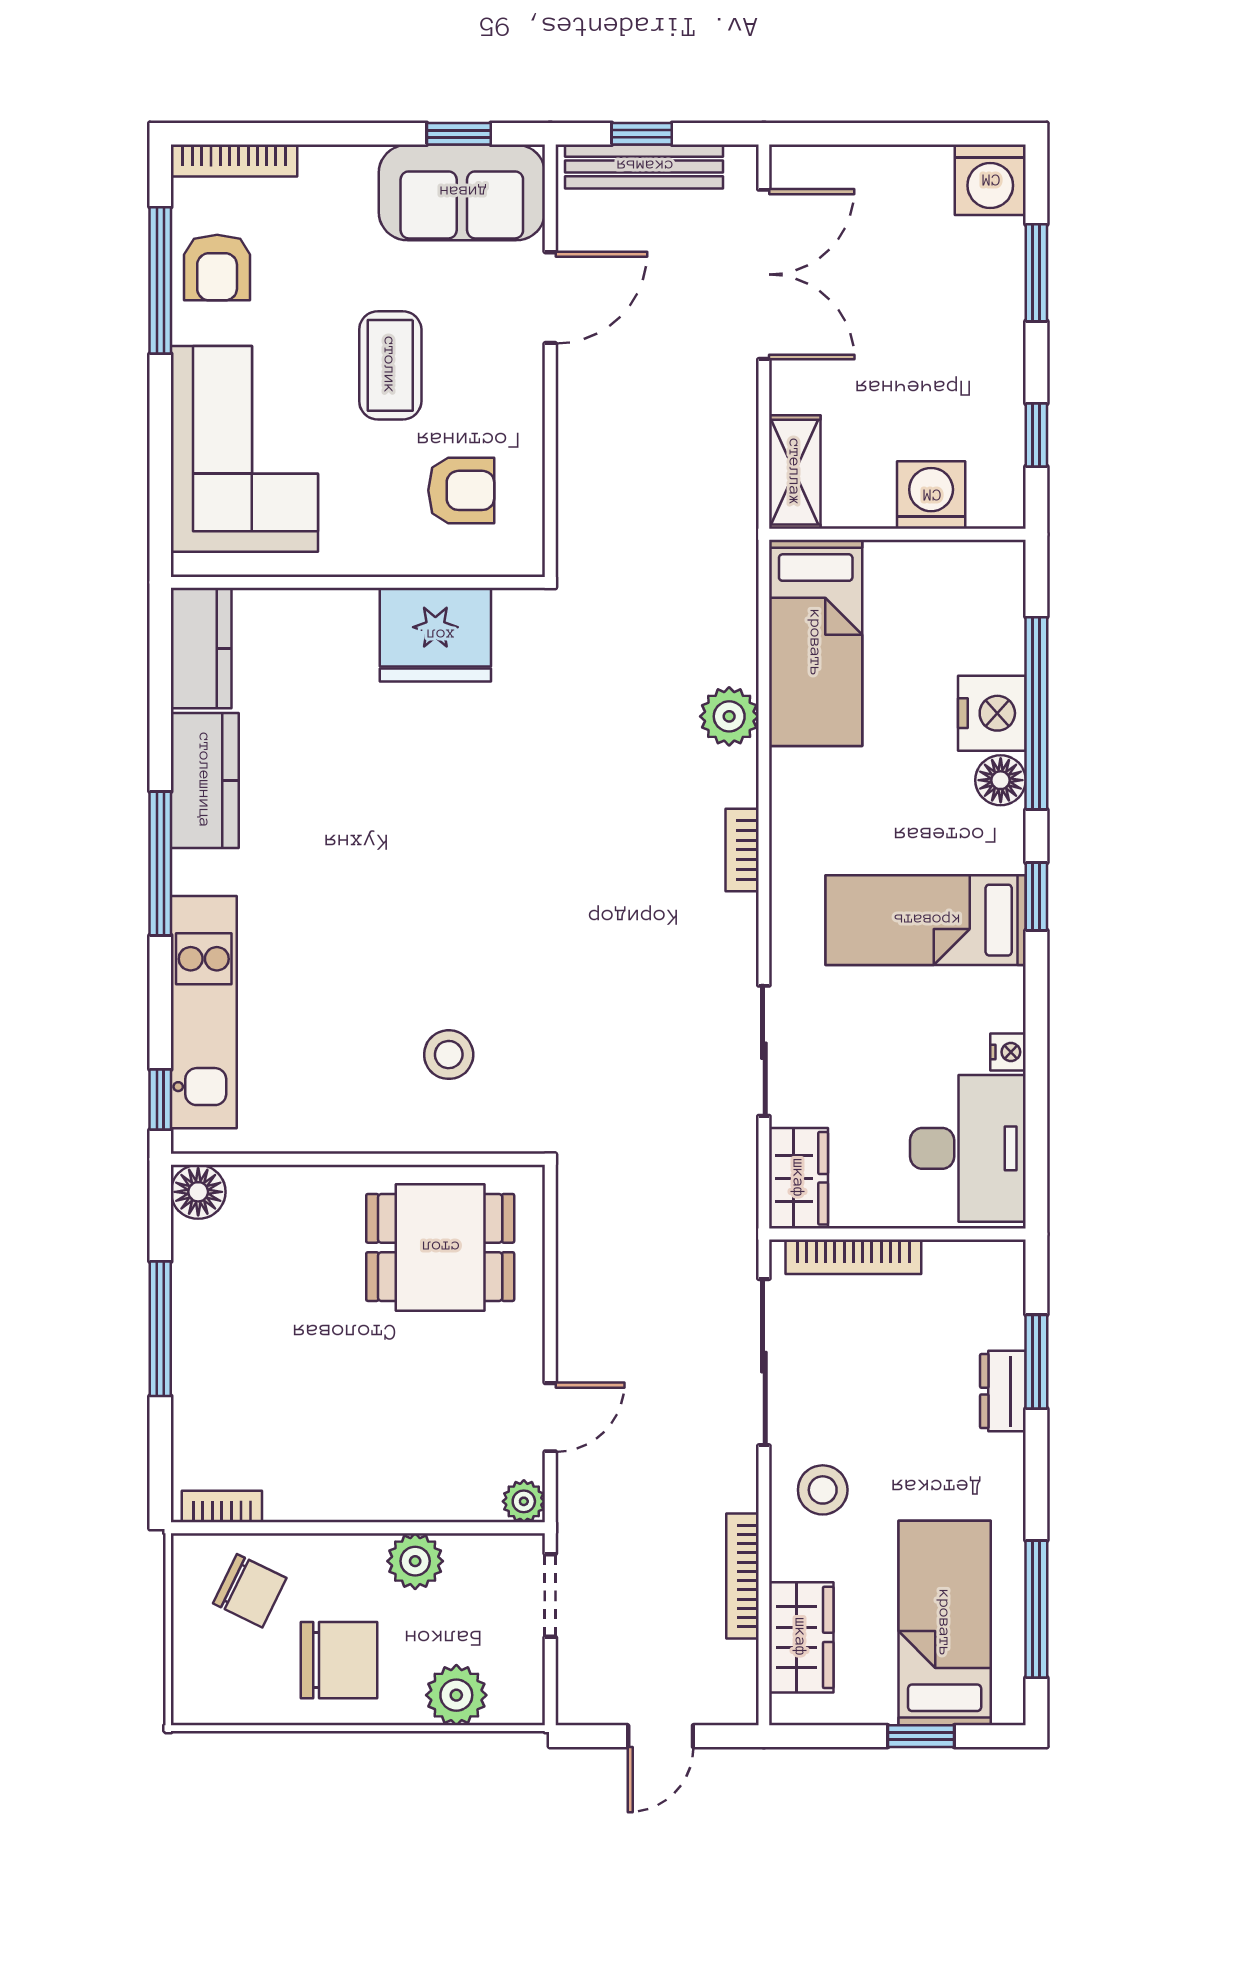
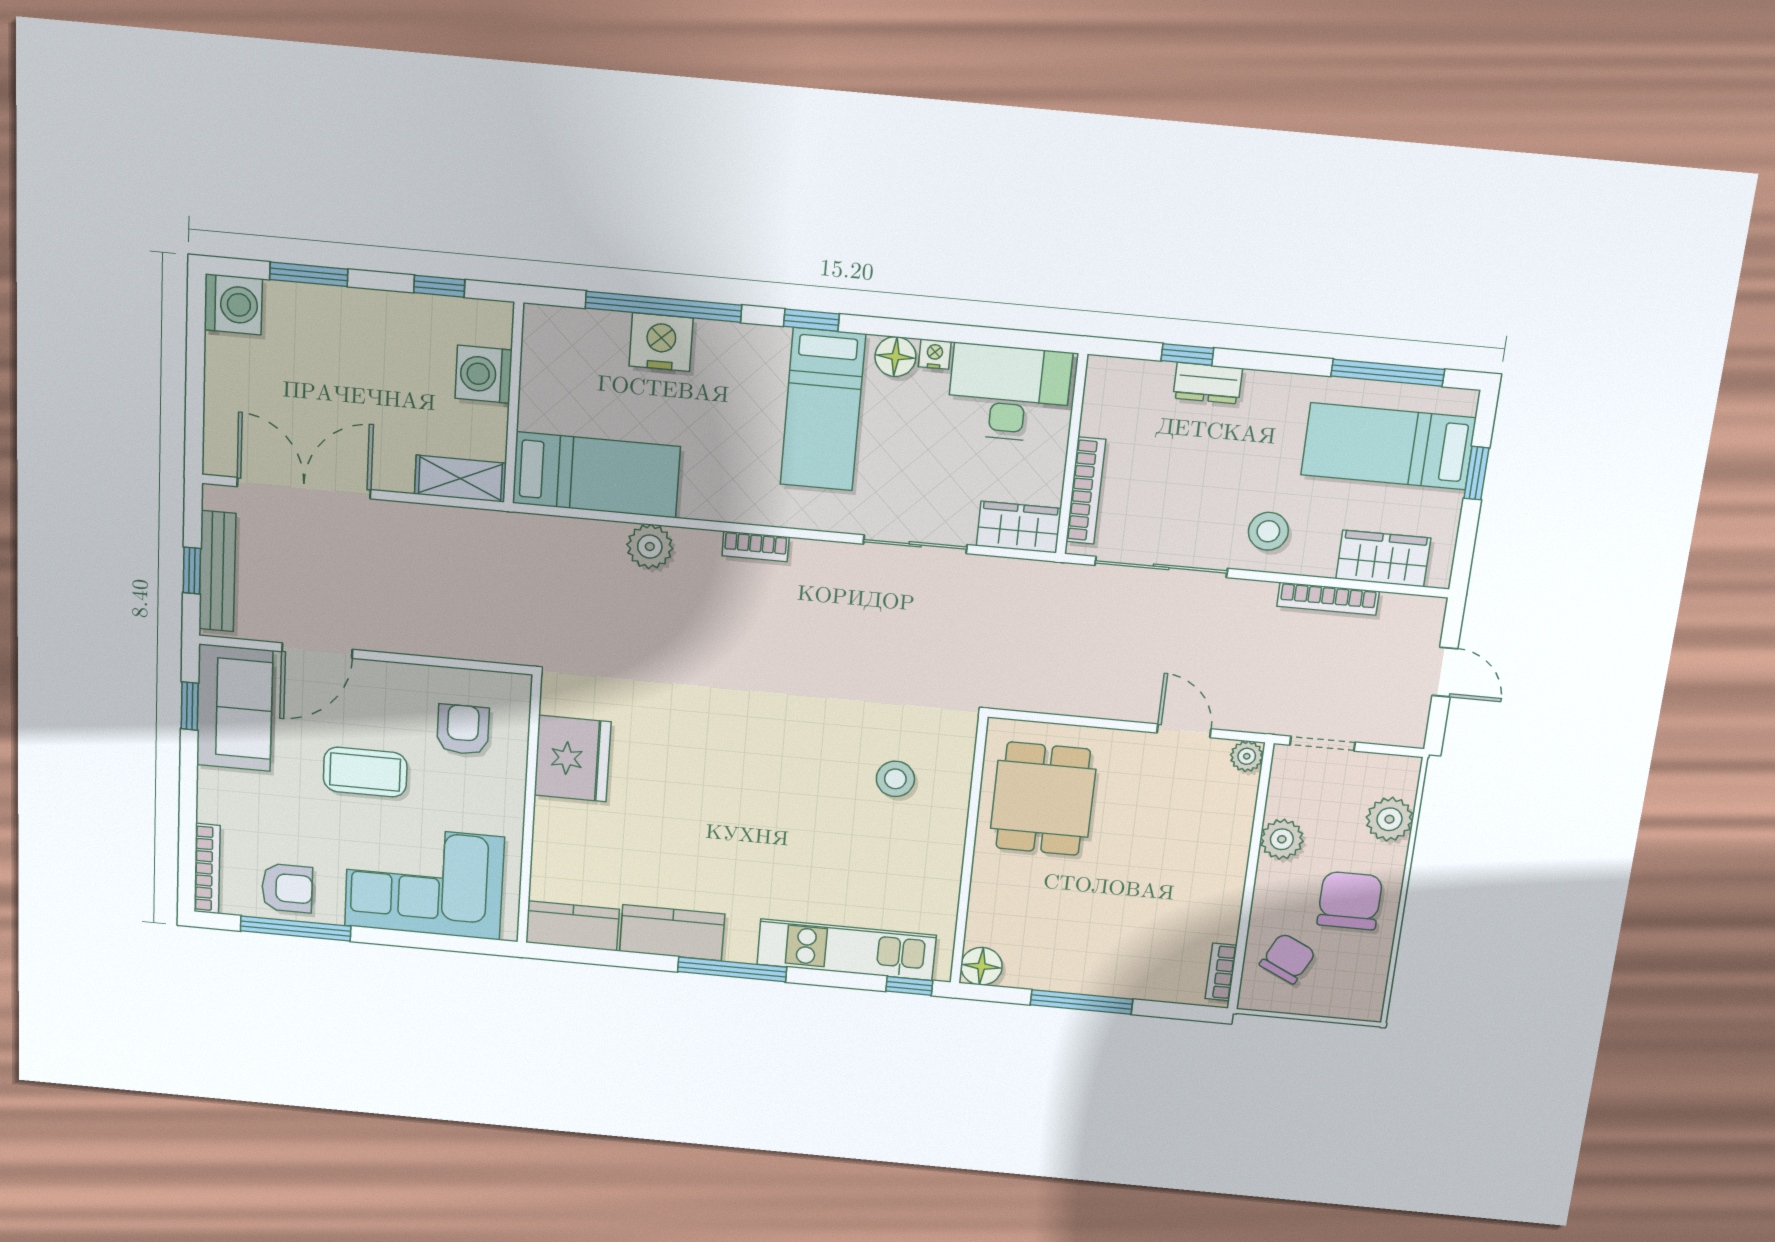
door: (550, 298) -> (317, 651), swing flipped
floor lamp: (1001, 780) -> (895, 357), moved
window: (1036, 1362) -> (1187, 354), width x0.67

